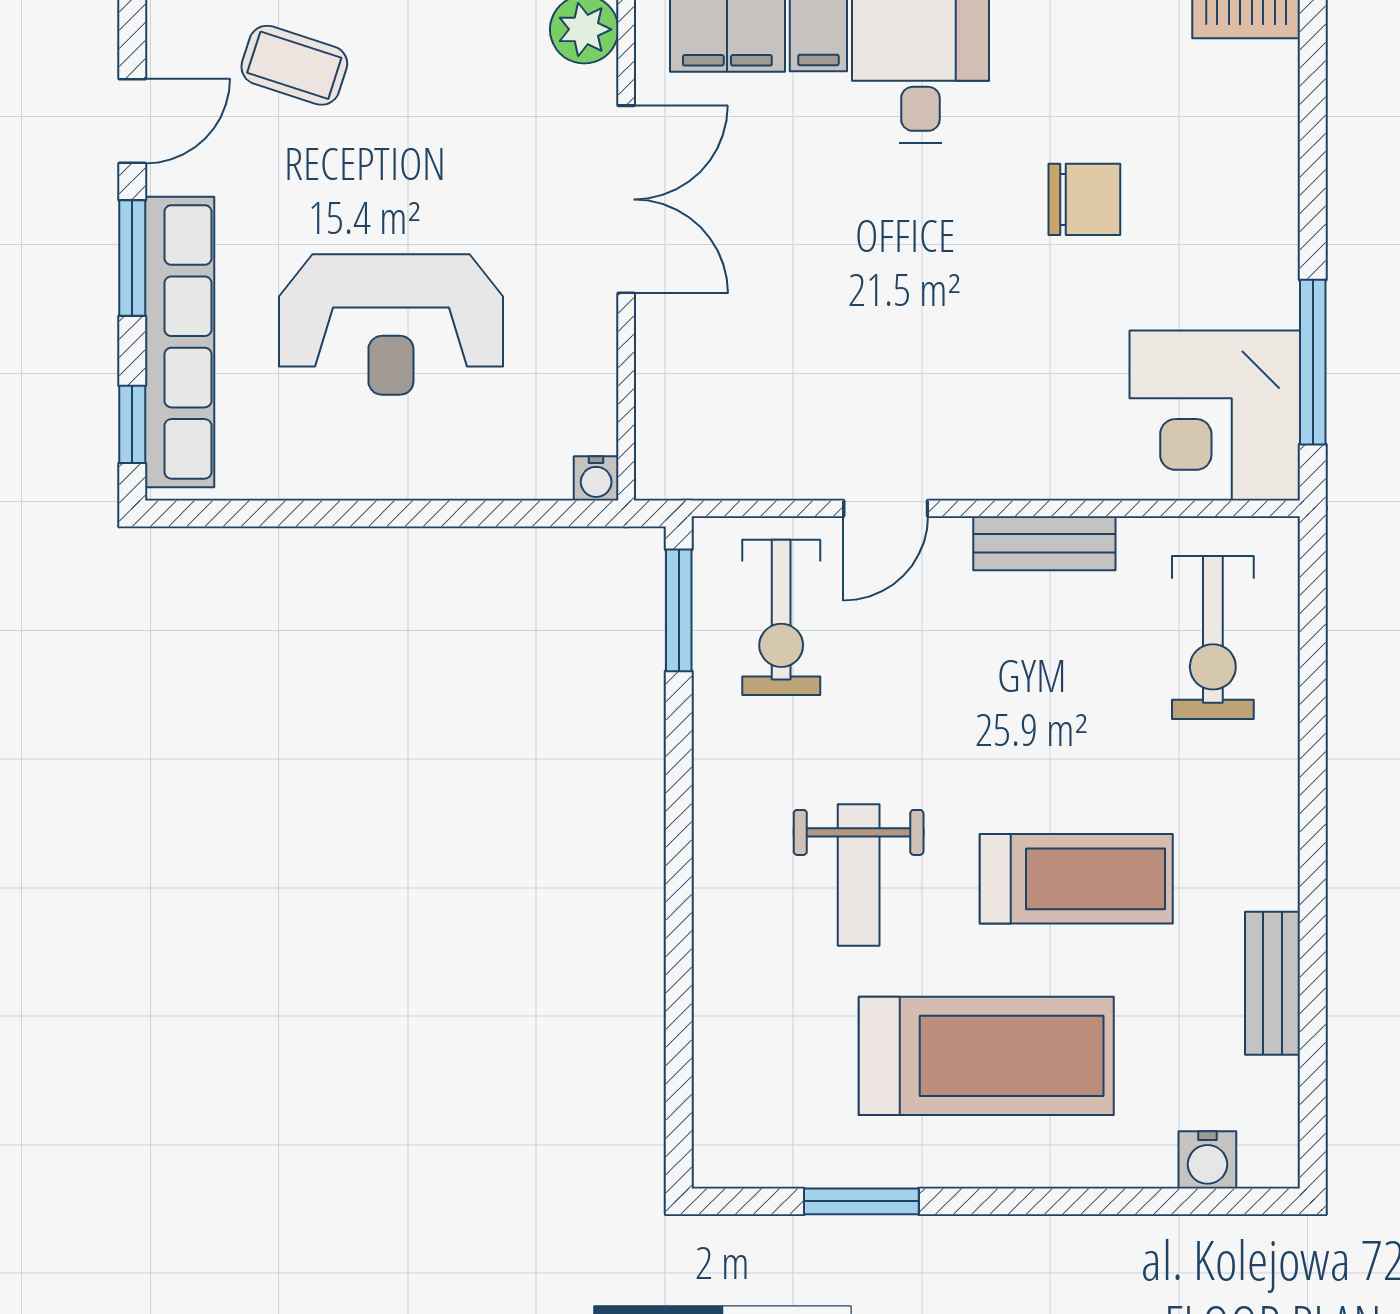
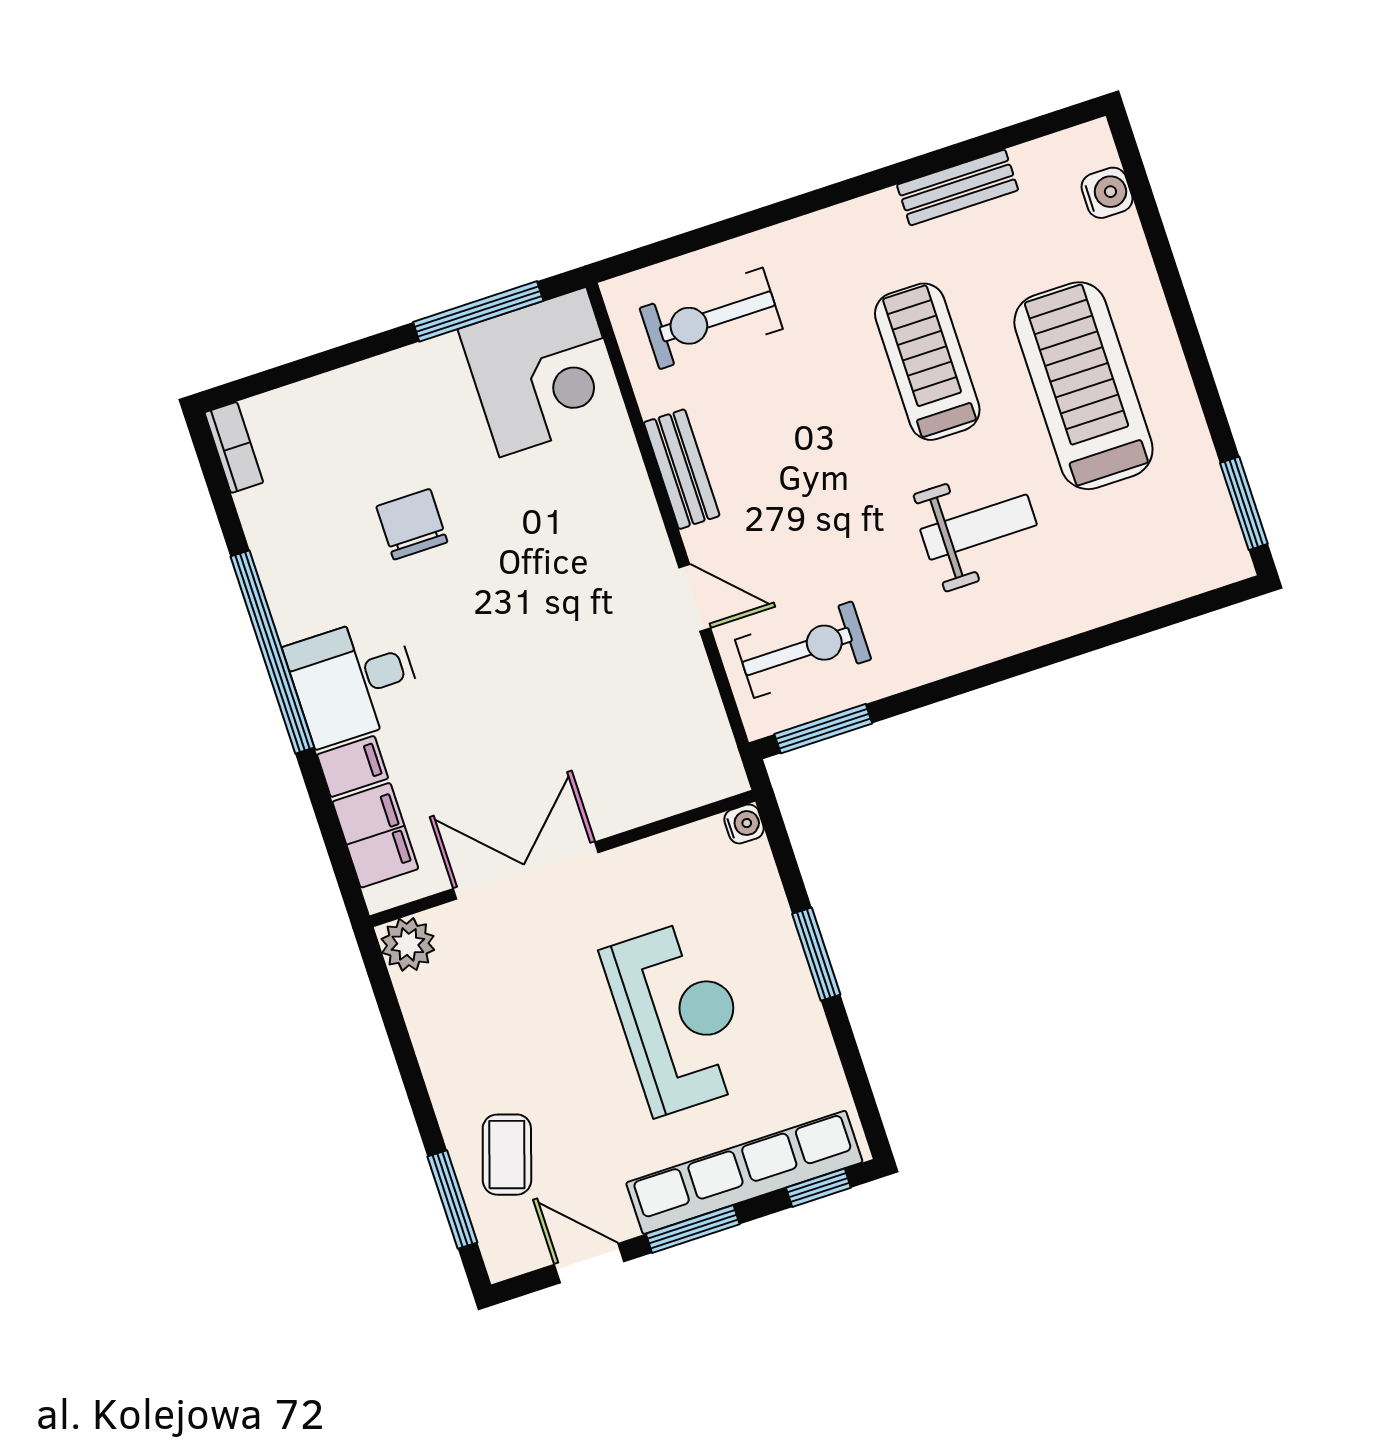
window: (412, 513) -> (816, 954), added
exercise bike: (1213, 637) -> (711, 318), turned 180
window: (861, 1201) -> (1244, 503), moved

